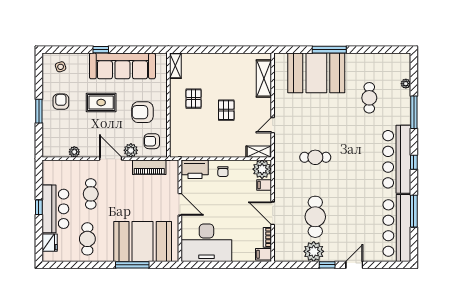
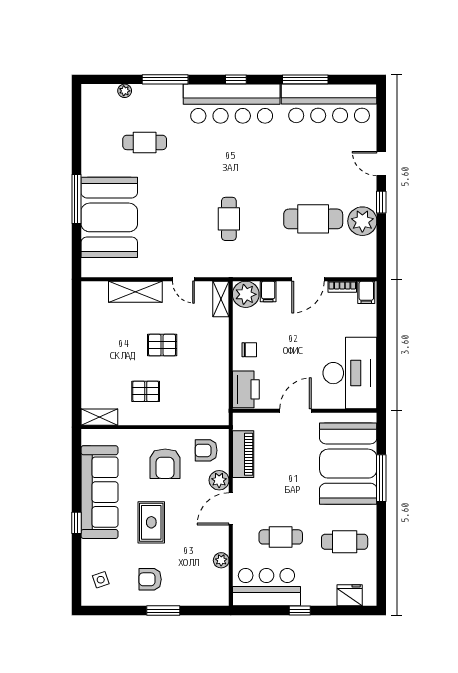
shelving: (264, 78) -> (135, 292), moved
armchair: (152, 141) -> (206, 450), turned 90
bar counter: (55, 209) -> (266, 587), moved

